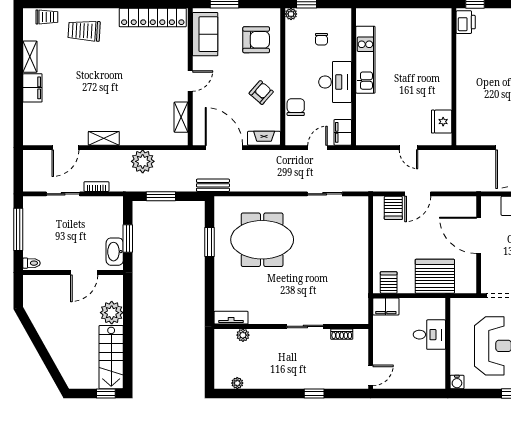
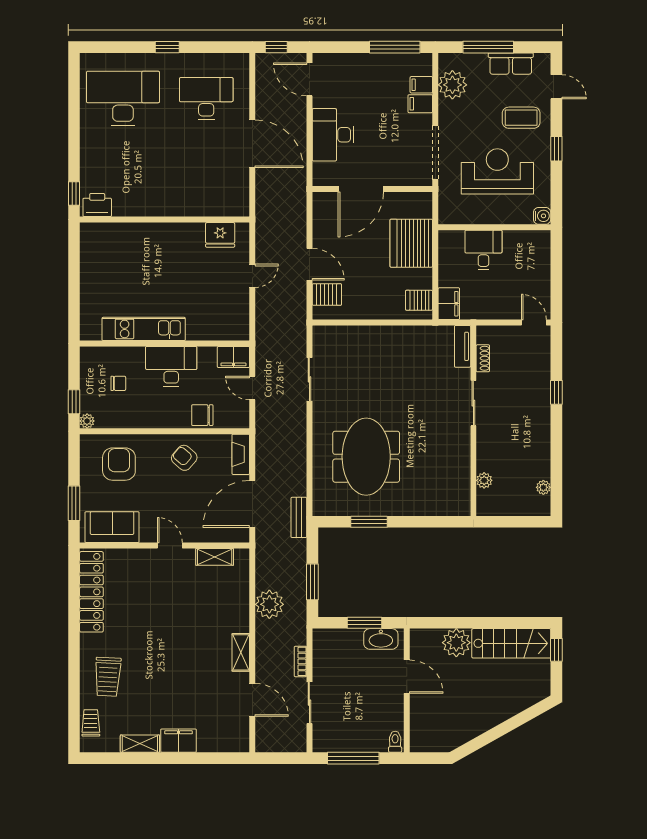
tv unit: (231, 318) -> (463, 346), moved

